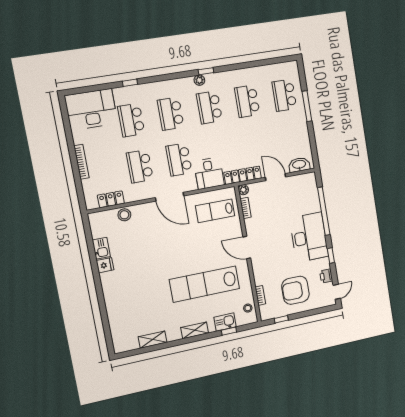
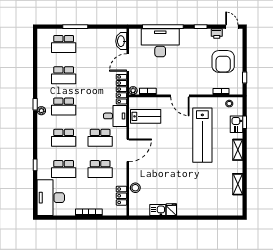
lab bench: (215, 211) -> (146, 116), turned -90
desk: (309, 237) -> (160, 43), moved
door: (247, 248) -> (180, 96), hinge flipped

